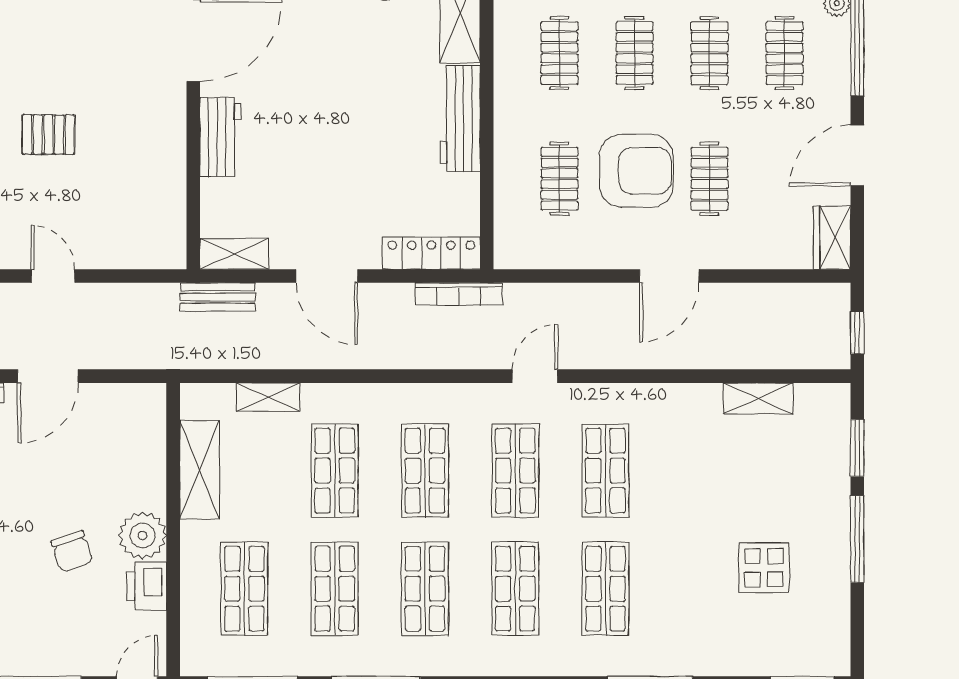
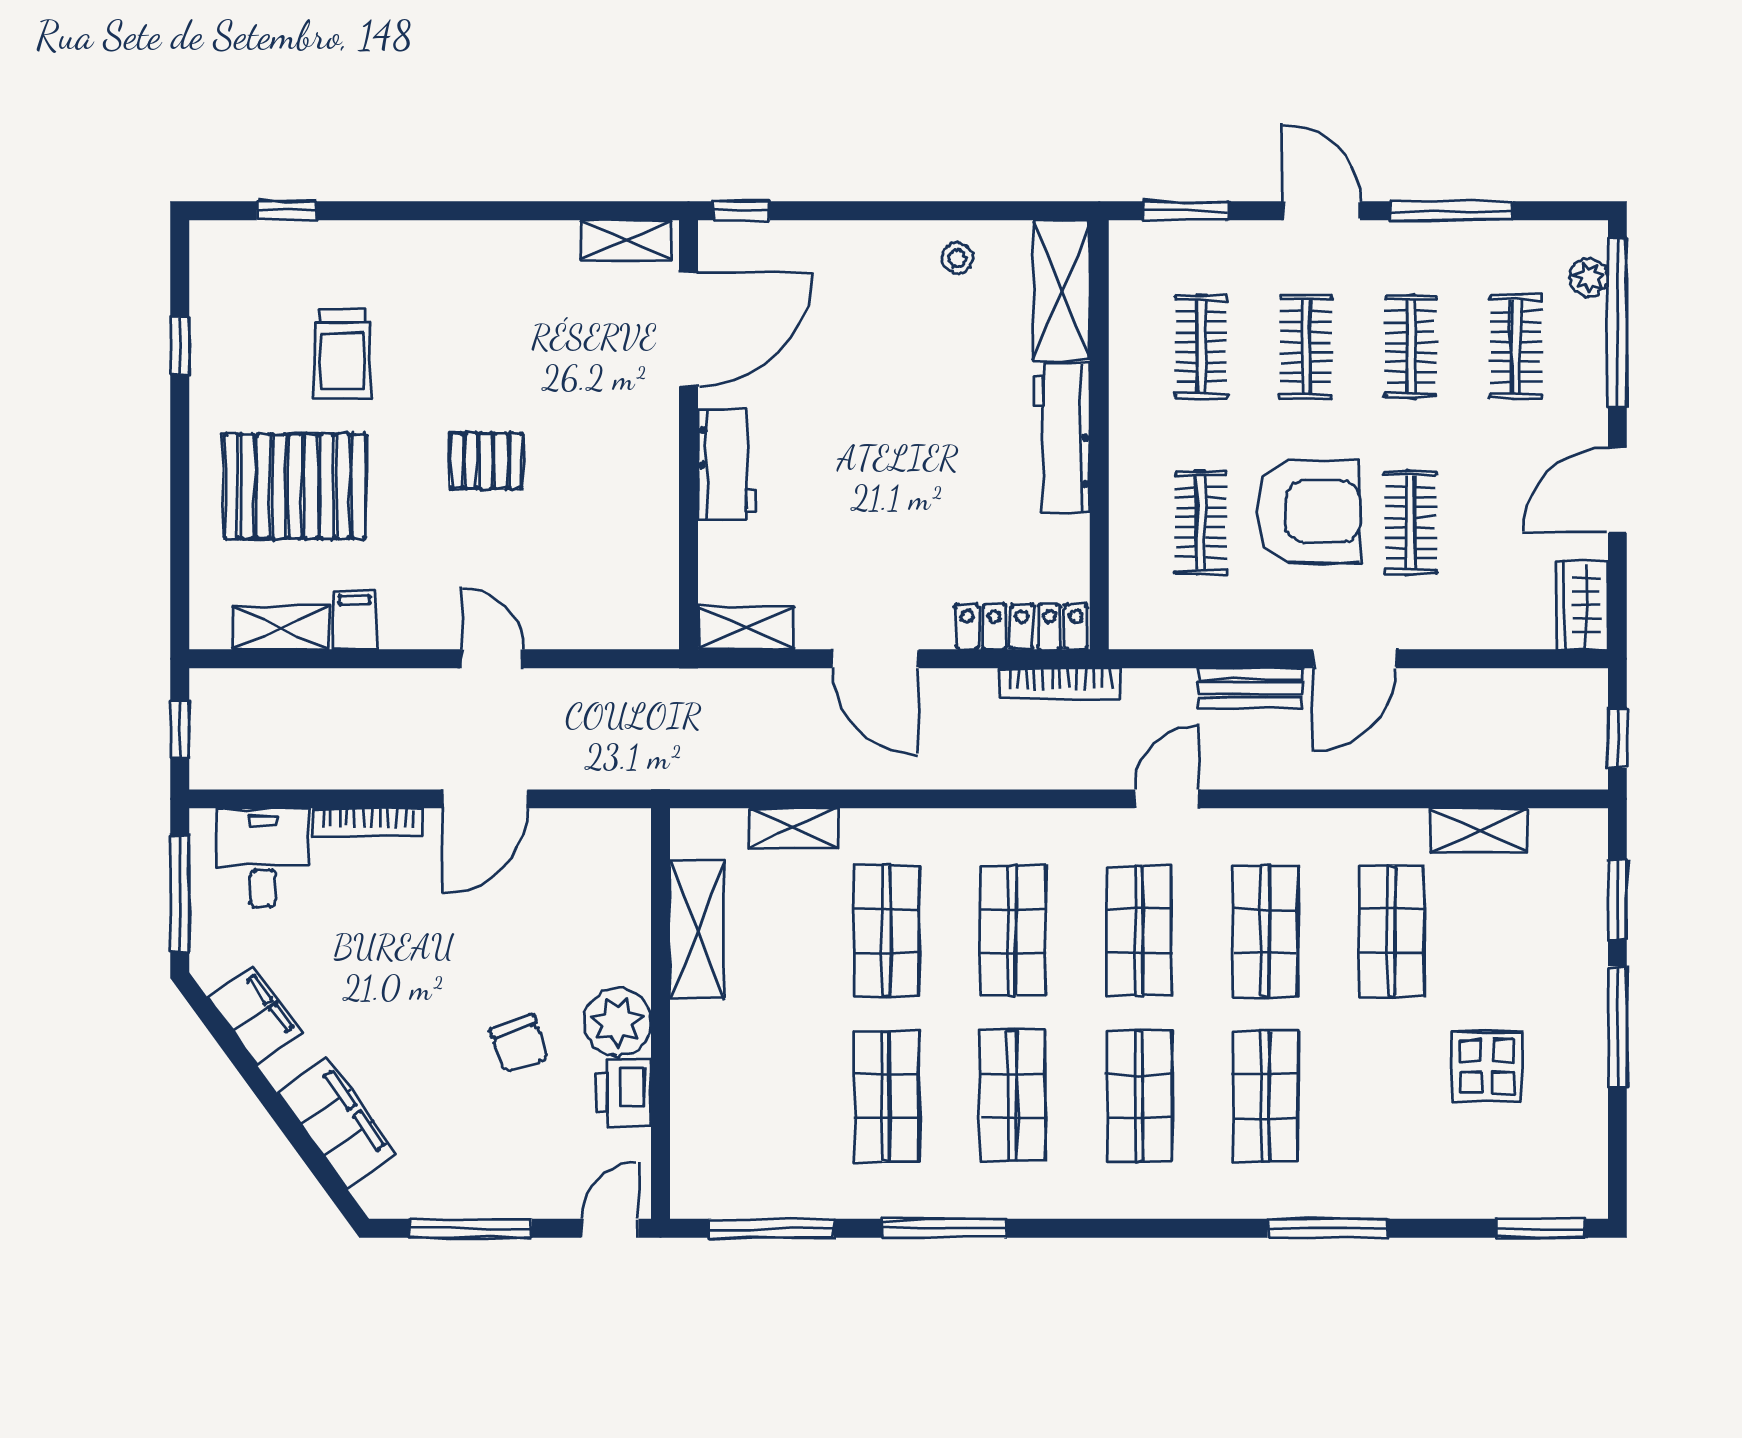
bench: (218, 297) -> (1251, 688), moved
shop shelf: (244, 589) -> (1391, 931), moved

